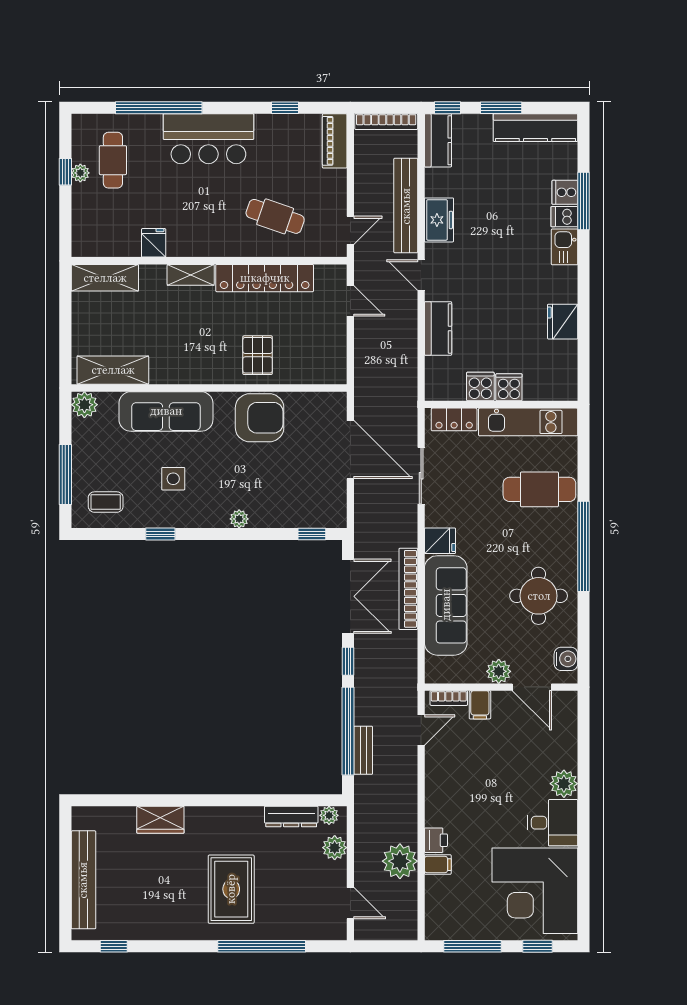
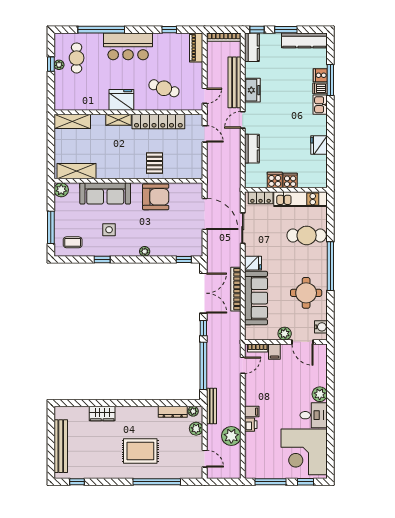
fridge: (154, 243) -> (121, 100), moved, width x1.88, depth x1.34
door: (421, 275) -> (243, 120), hinge flipped
bench: (363, 750) -> (211, 406), moved, width x1.36
filing cabinet: (438, 865) -> (252, 412), moved
rug: (231, 889) -> (140, 451), turned 90

